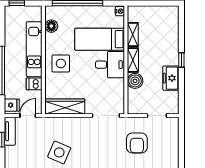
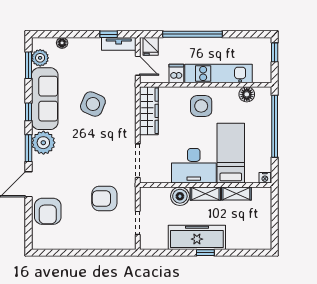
desk: (110, 65) -> (194, 166), width x1.37
freezer: (171, 78) -> (197, 237), width x1.91, depth x1.26

